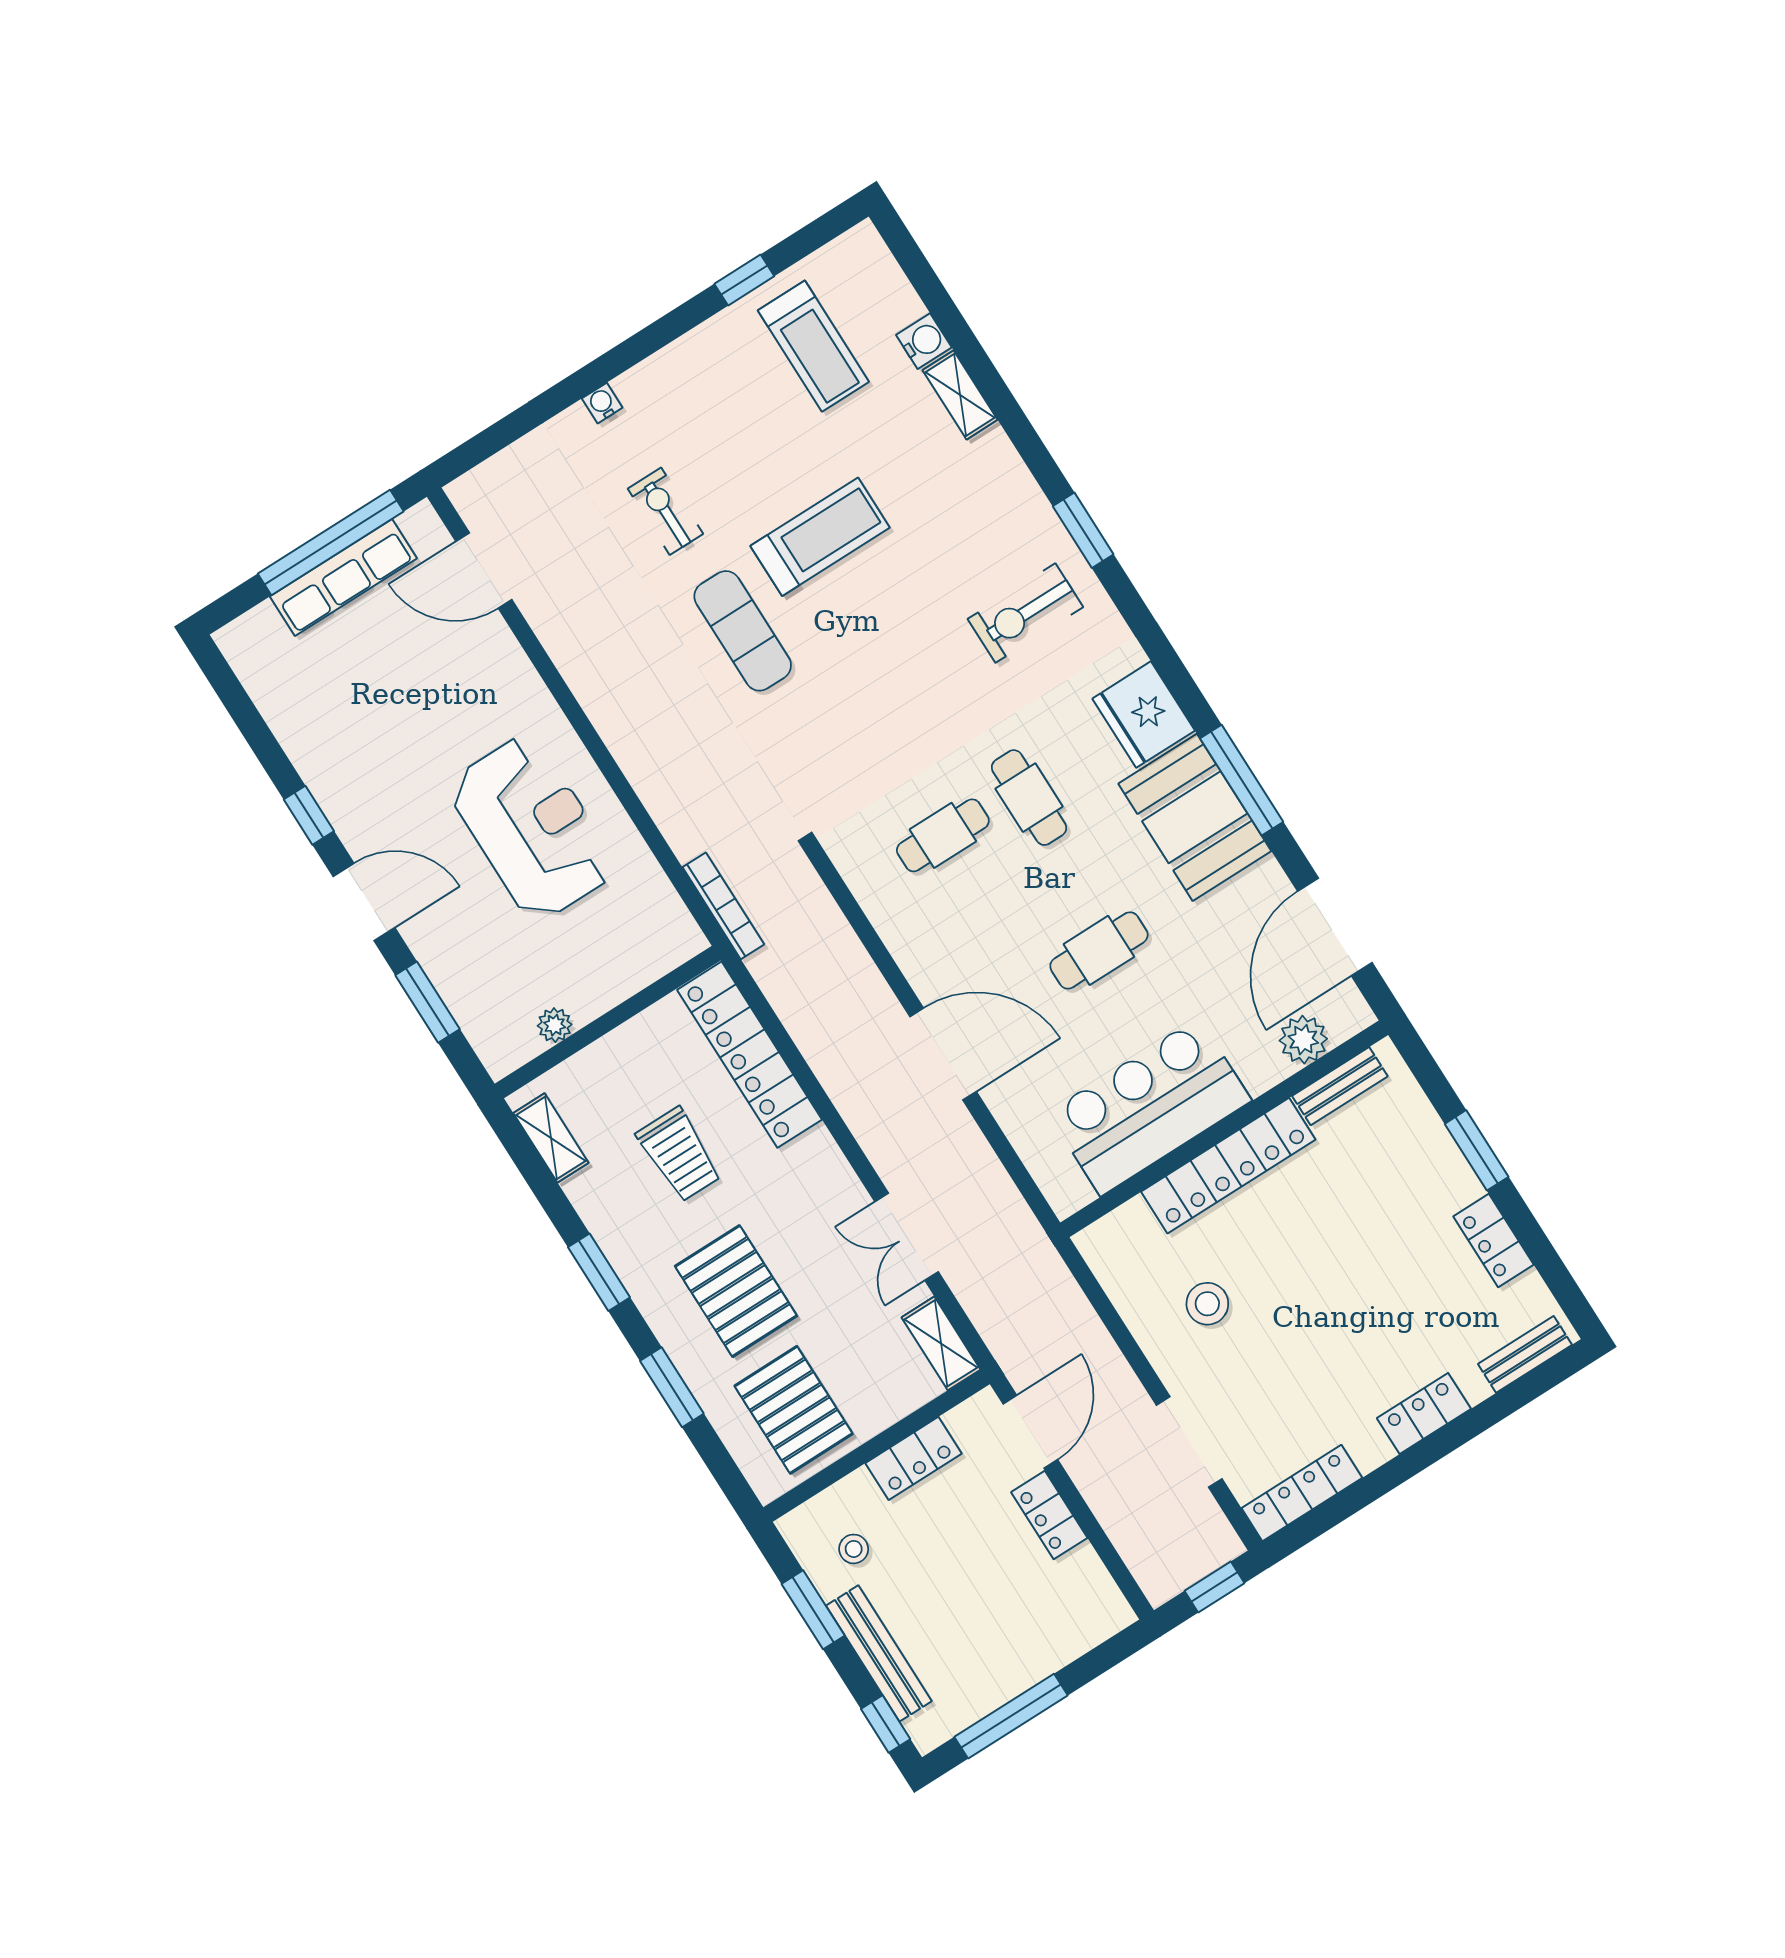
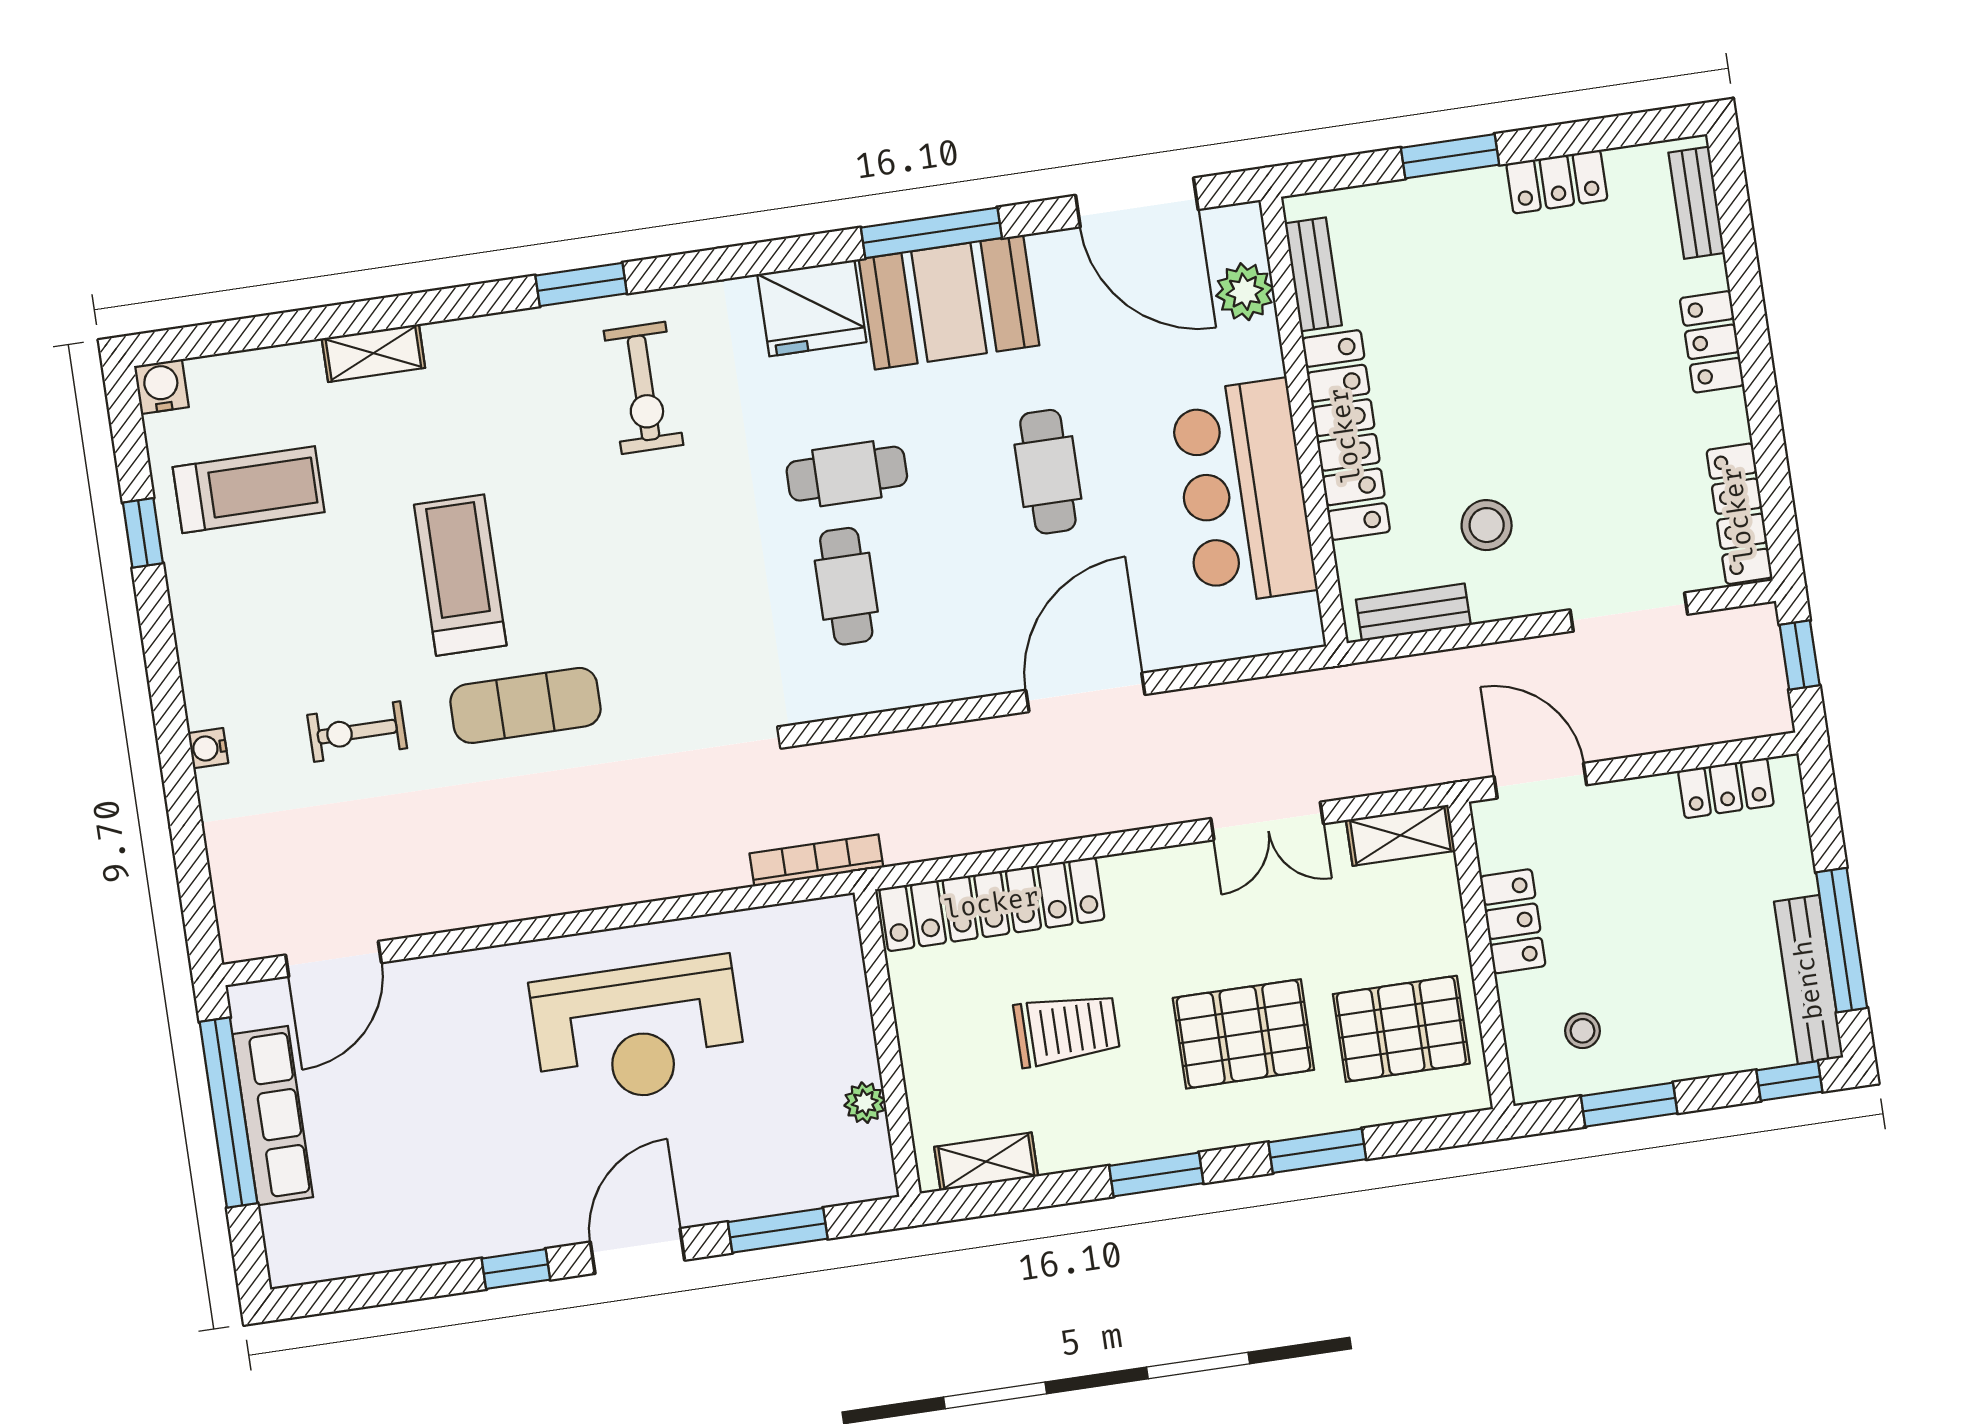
water cooler: (924, 341) -> (161, 387), moved
reception desk: (532, 828) -> (638, 1031), turned 180
bench: (1116, 1277) -> (1413, 612), added
locker: (1049, 1515) -> (1726, 788), moved
bench: (879, 1653) -> (1809, 980), moved, turned 90

